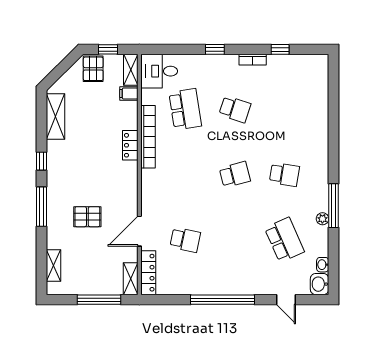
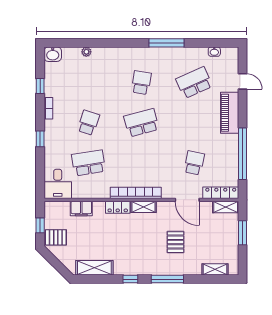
shelving: (131, 70) -> (143, 207), moved
filing cabinet: (129, 94) -> (81, 209), width x2.00
bookcase: (148, 137) -> (136, 193), moved
school desk: (235, 175) -> (141, 123), width x1.85
plant: (322, 219) -> (86, 52), moved
piano: (247, 284) -> (230, 113), added
washbasin: (320, 284) -> (53, 54), moved
window: (99, 300) -> (243, 233), width x0.69
window: (223, 300) -> (243, 154), moved
door: (286, 300) -> (243, 81), hinge flipped

